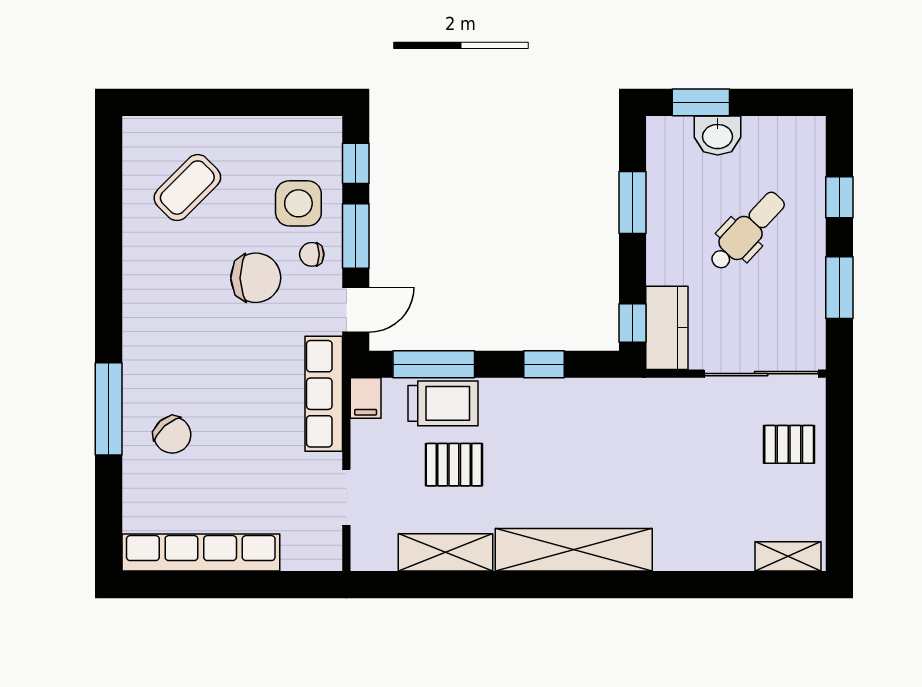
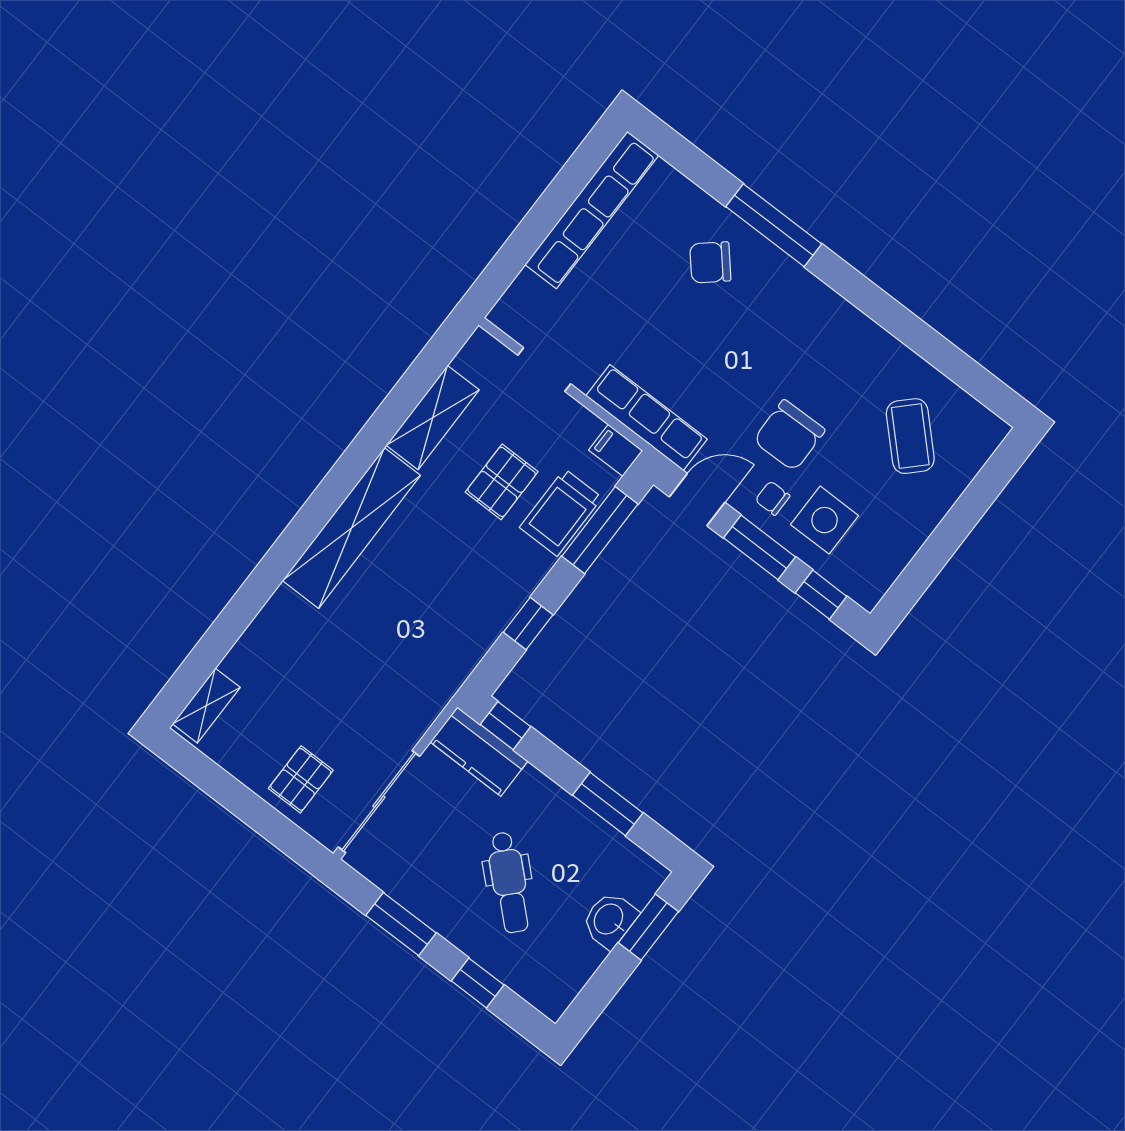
chair: (312, 254) -> (773, 498), turned -90
door: (356, 310) -> (697, 500), swing flipped

